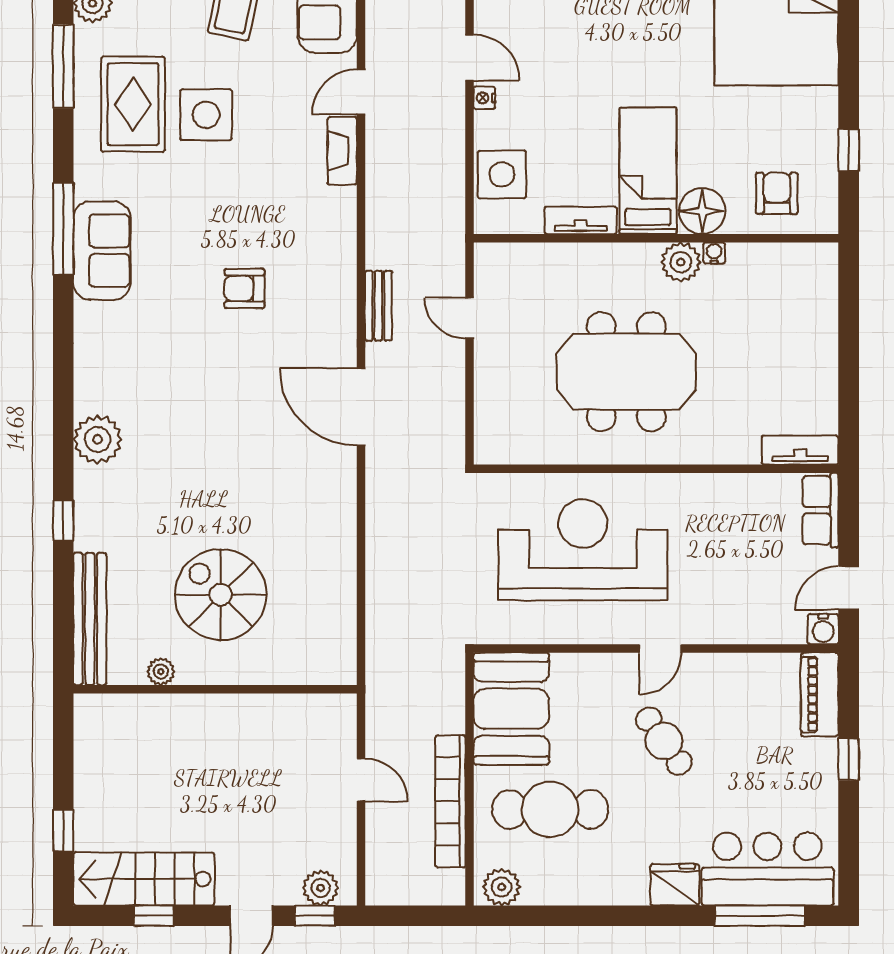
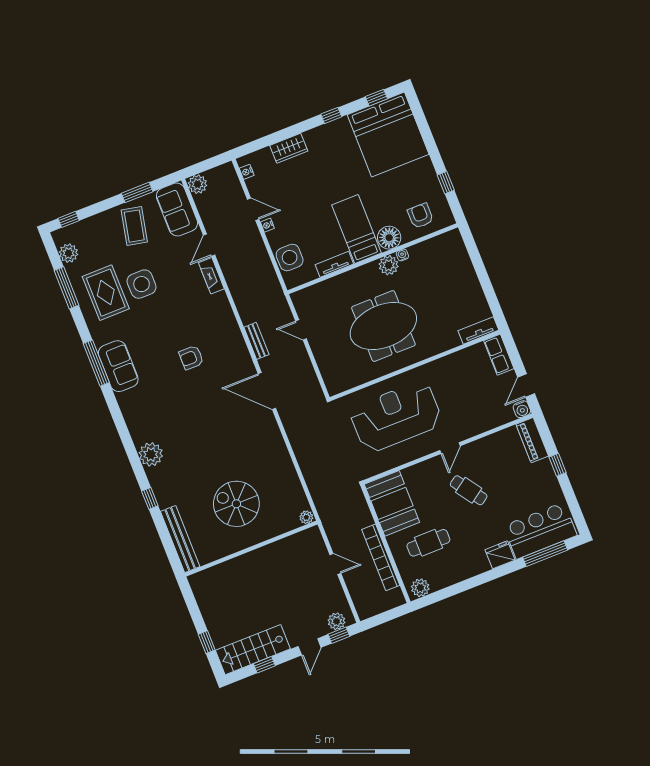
plant: (161, 672) -> (306, 517), moved
cafe table: (550, 809) -> (428, 543), width x0.73, depth x0.74

